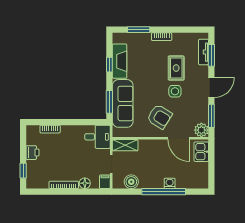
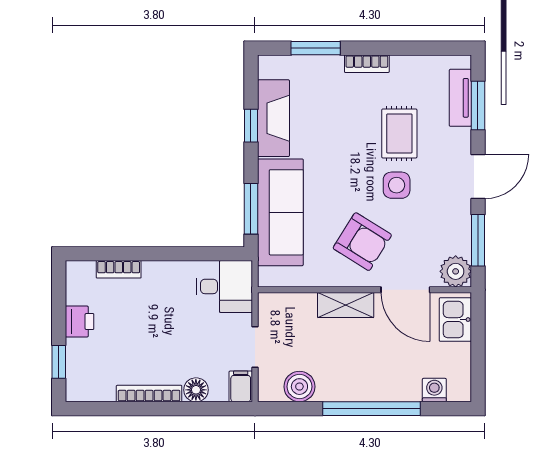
shelving: (125, 145) -> (346, 305), moved
washing machine: (170, 183) -> (434, 390), moved

